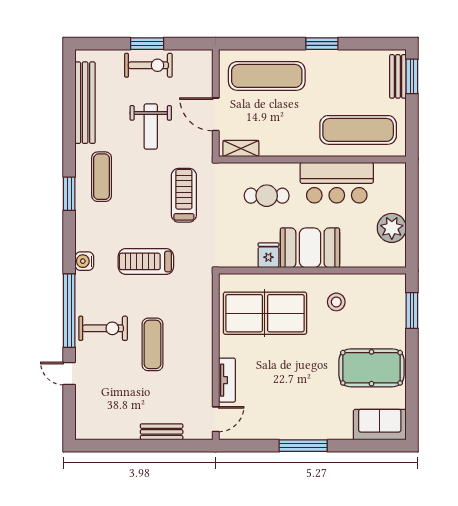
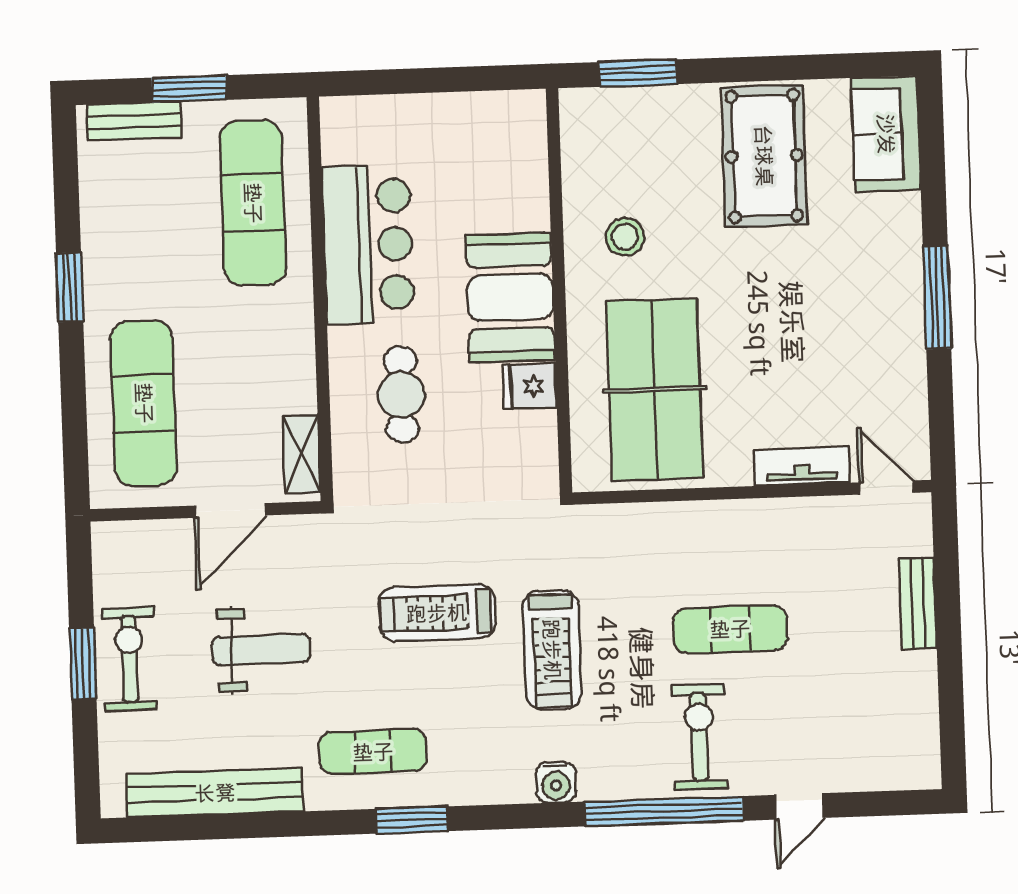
window: (412, 76) -> (189, 89), moved
treadmill: (184, 195) -> (437, 613), moved
plant: (392, 228) -> (461, 123), removed

